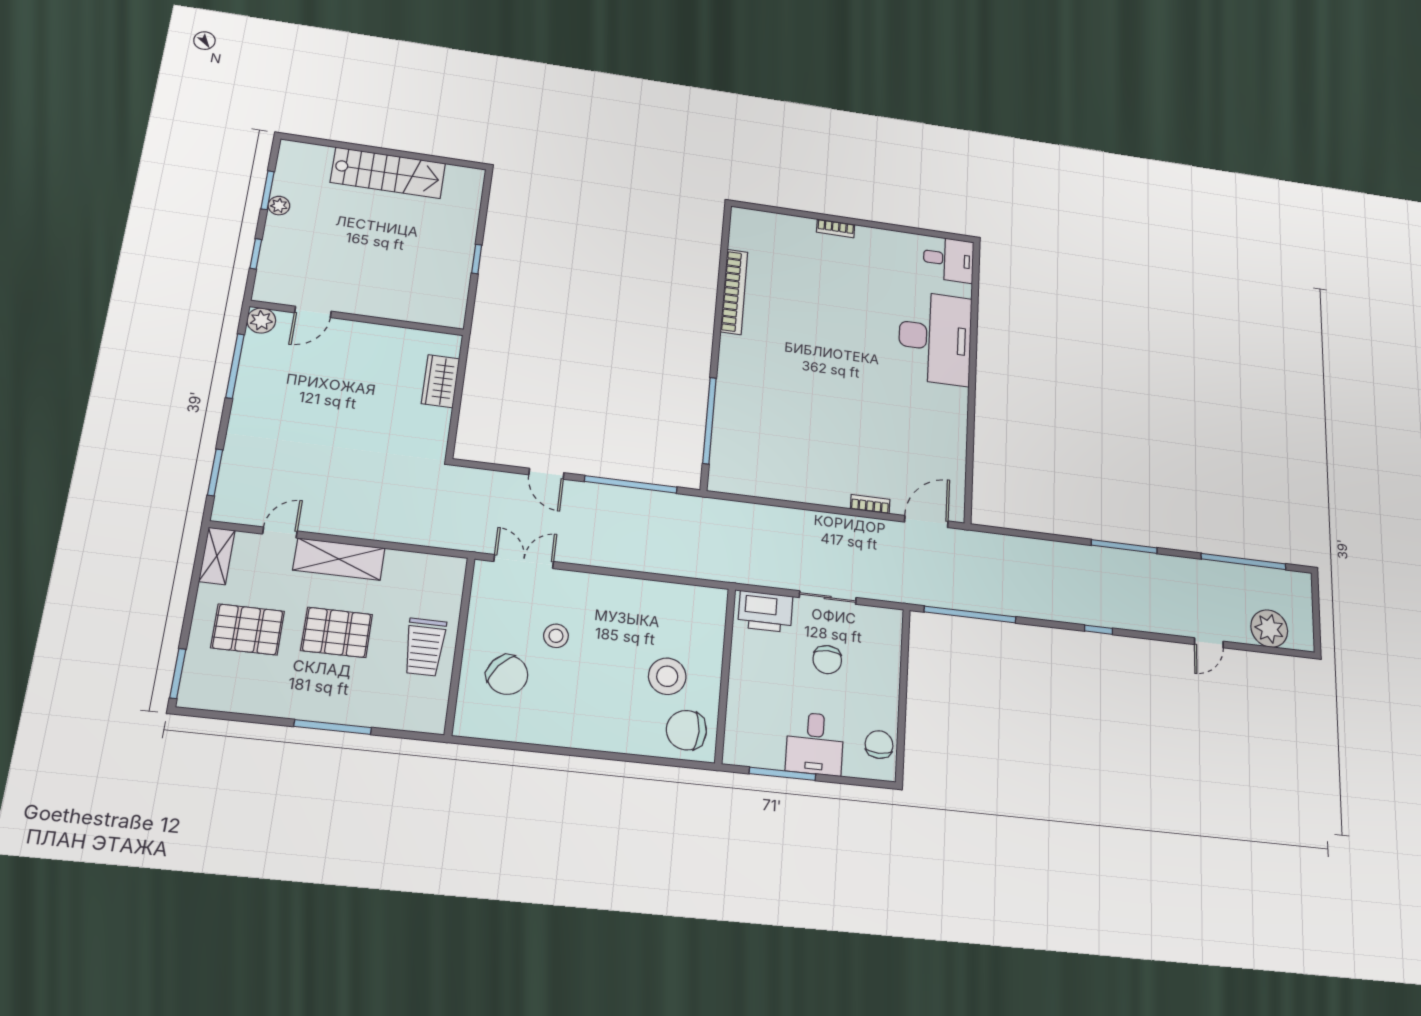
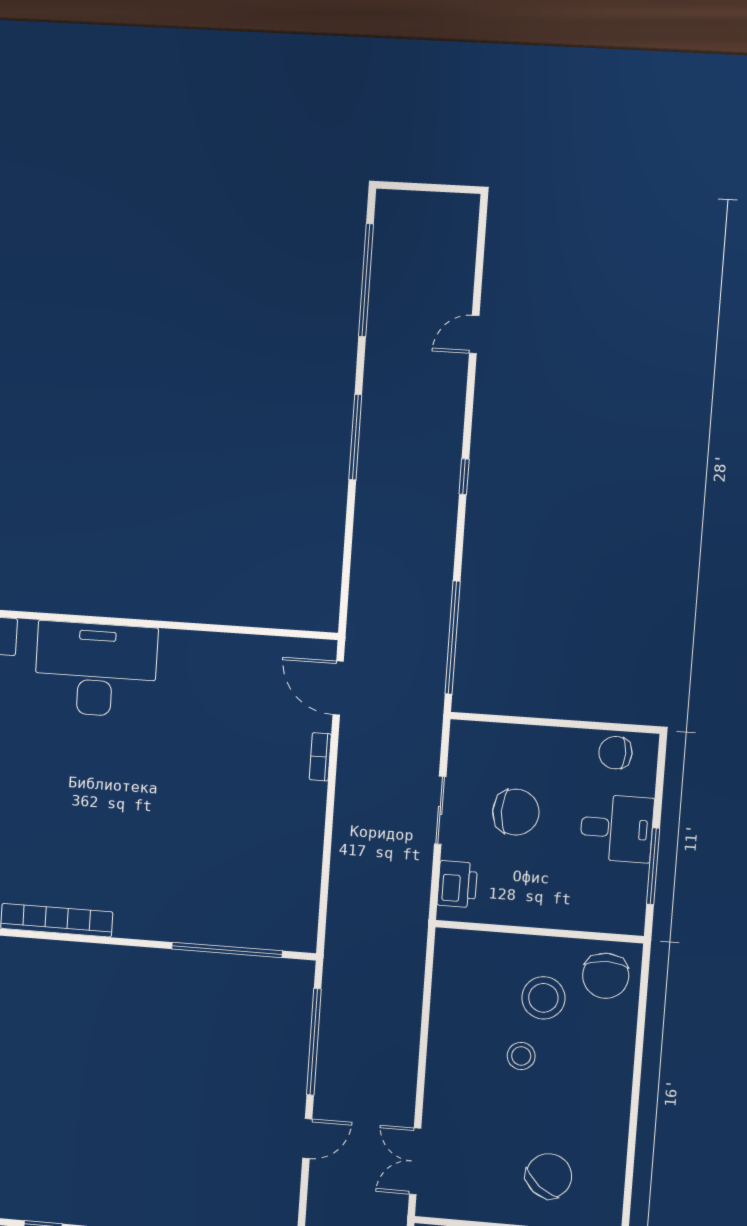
printer: (765, 612) -> (457, 884), width x0.73, depth x0.84
plant: (1269, 629) -> (452, 253), removed
stool: (556, 636) -> (521, 1056), moved
door: (1209, 643) -> (474, 334), swing flipped
chair: (827, 660) -> (516, 812), width x1.37, depth x1.37

